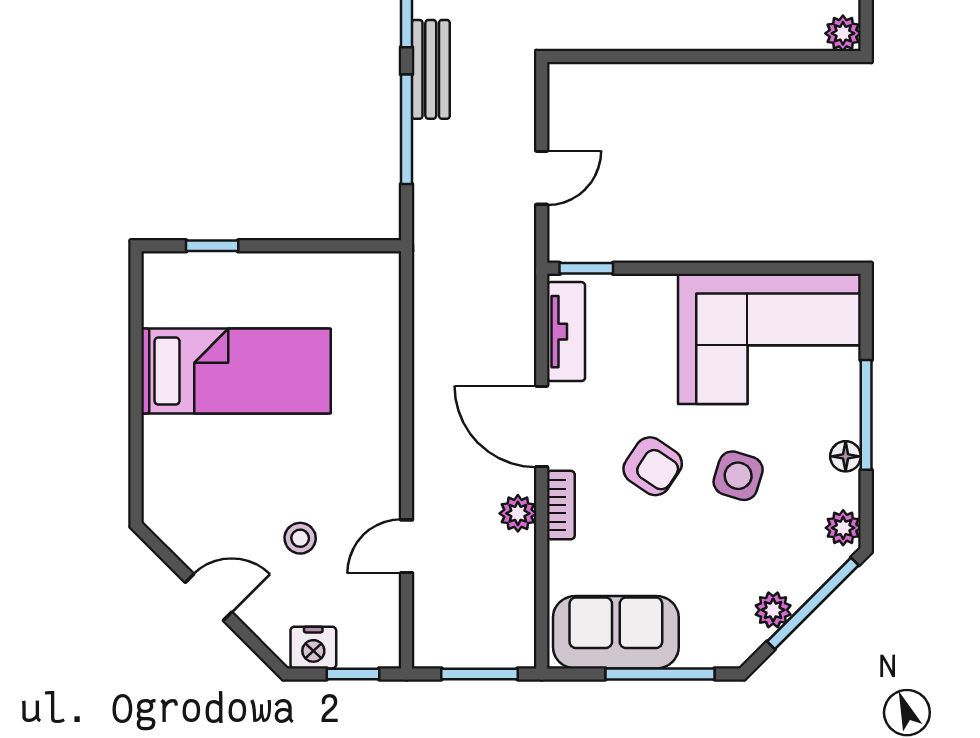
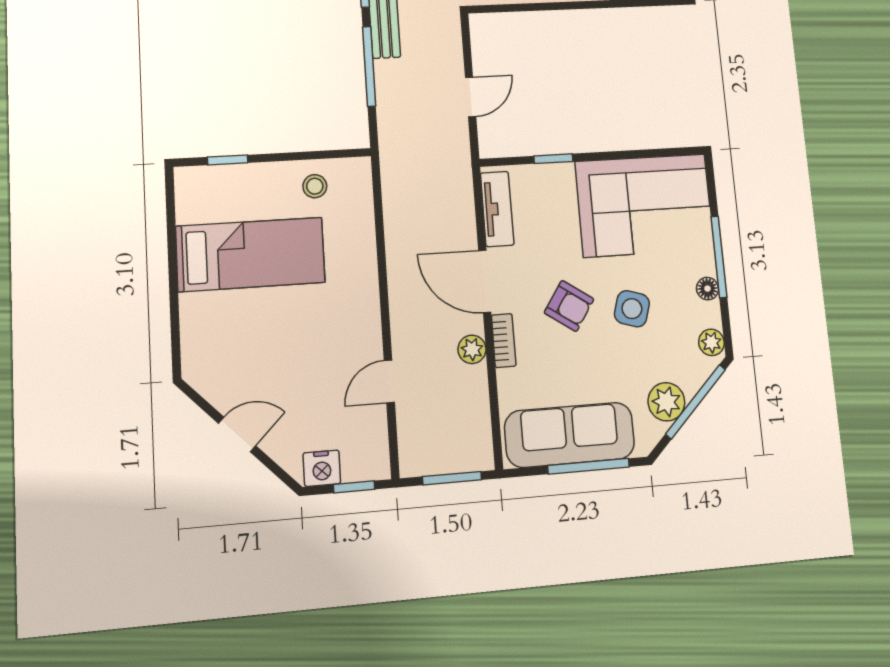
window: (586, 268) -> (553, 159), moved
stool: (300, 538) -> (315, 186), moved
plant: (773, 610) -> (666, 402), width x1.38, depth x1.38
sofa: (616, 632) -> (570, 435), width x1.36

